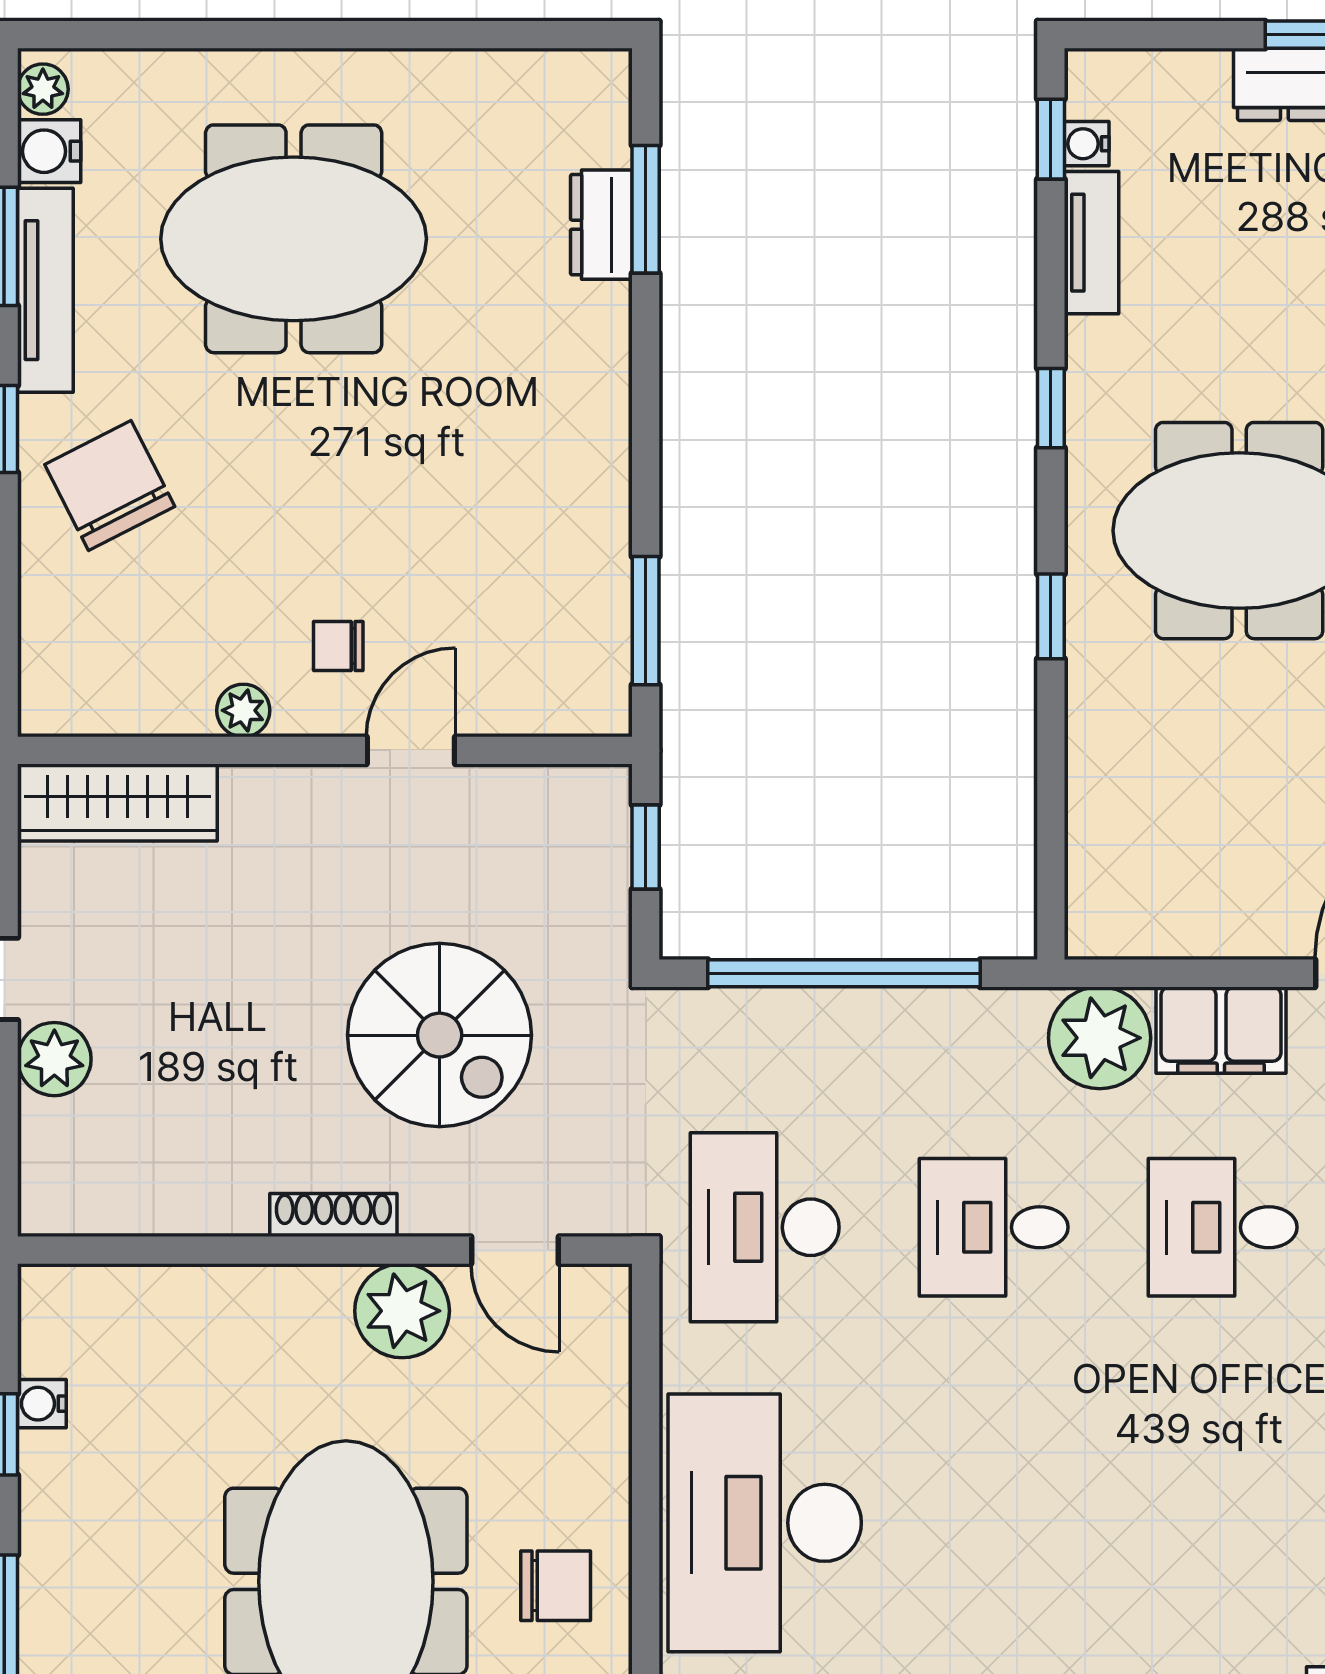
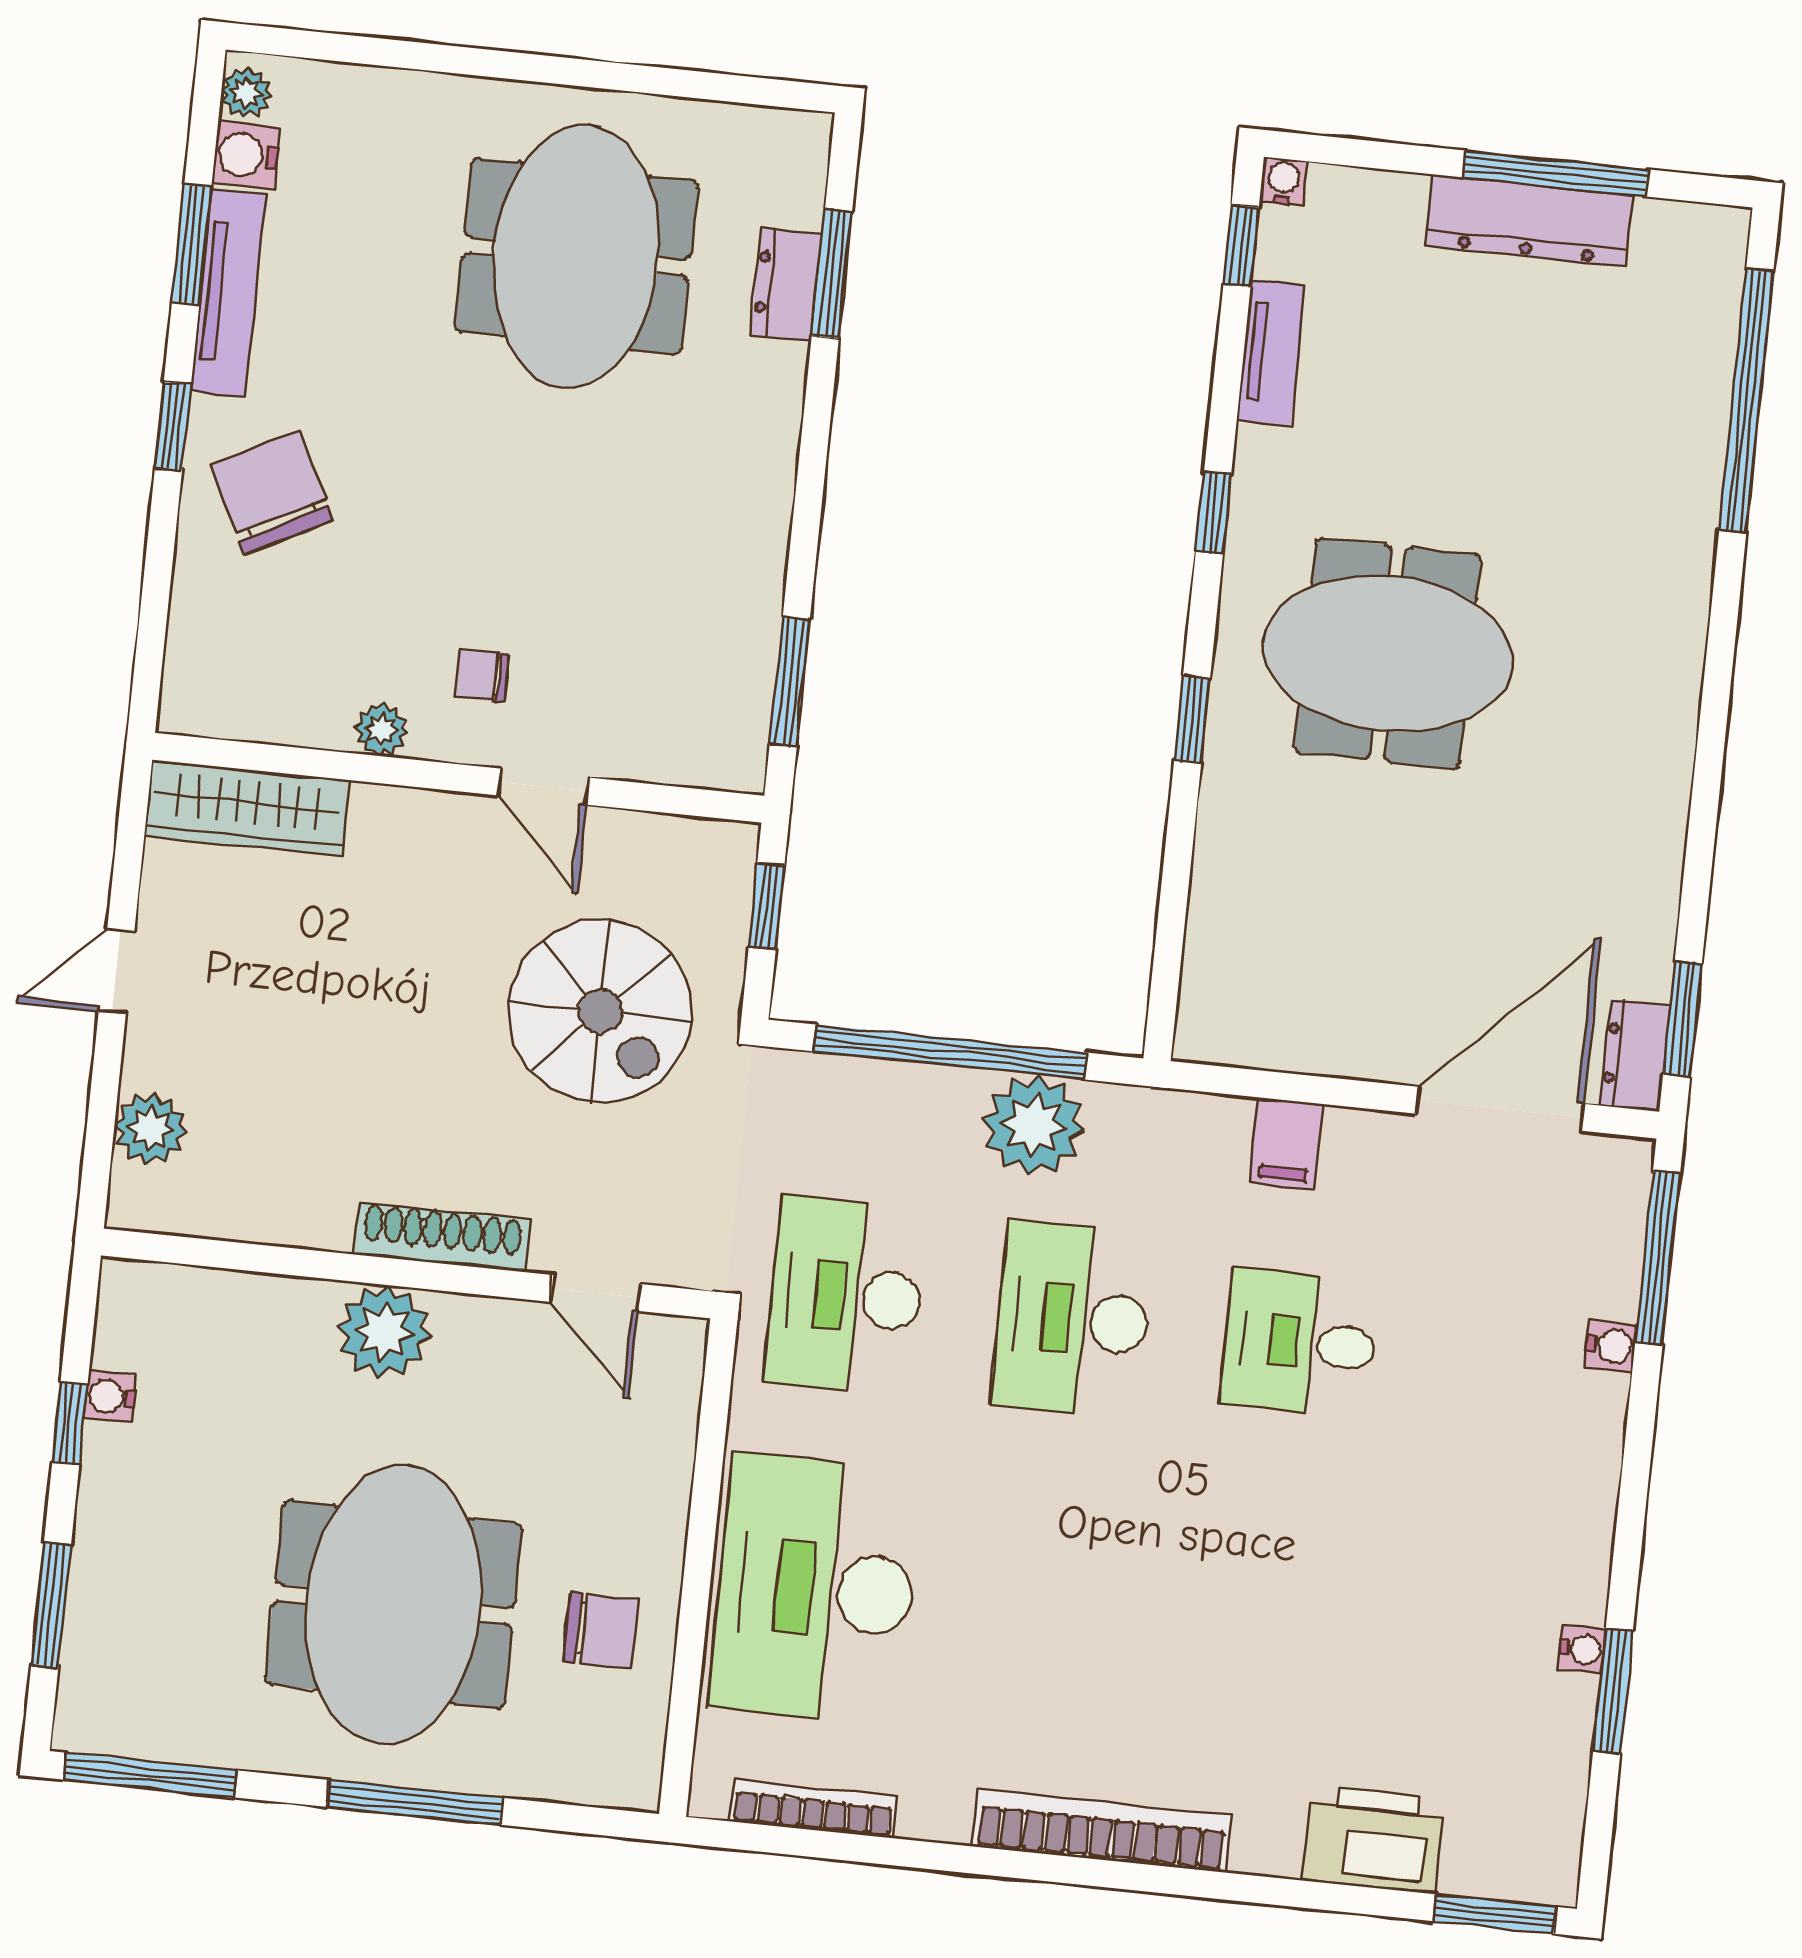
water cooler: (1087, 144) -> (1284, 181), moved, turned 90
meeting table: (294, 239) -> (576, 256), moved, turned 90
door: (411, 750) -> (543, 787), swing flipped
filing cabinet: (1221, 1030) -> (1286, 1144), width x0.50
spiral stairs: (440, 1035) -> (600, 1011), moved
plant: (1100, 1038) -> (1034, 1125), moved
plant: (54, 1059) -> (151, 1129), moved
shoe rack: (333, 1215) -> (442, 1237), width x1.36, depth x1.24
desk: (994, 1227) -> (1073, 1319), width x1.37
plant: (402, 1311) -> (384, 1332), moved

